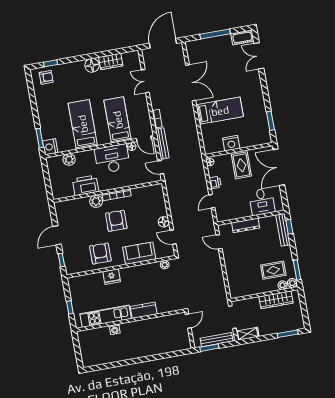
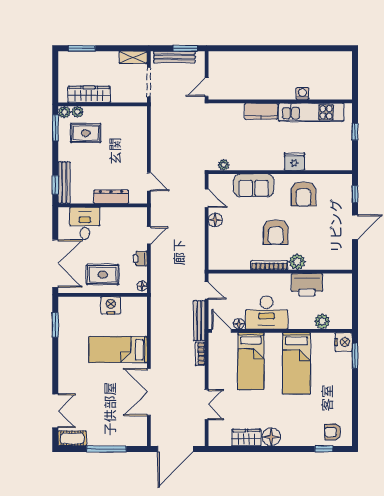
rug: (241, 165) -> (103, 275), turned 90

